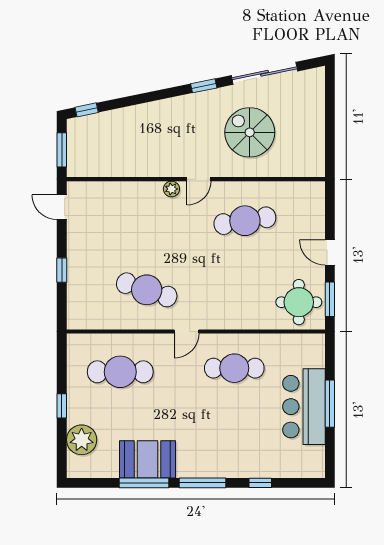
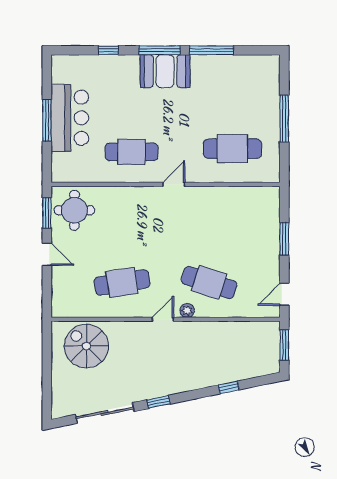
window: (87, 110) -> (229, 387), moved
spiral stairs: (250, 132) -> (86, 346), moved, turned 180
door: (62, 207) -> (284, 294), swing flipped
window: (62, 270) -> (284, 239), width x1.50
cafe table: (147, 290) -> (209, 282), moved
window: (62, 406) -> (284, 118), width x2.17
plant: (82, 440) -> (267, 88), removed
booth: (148, 459) -> (165, 71), moved

